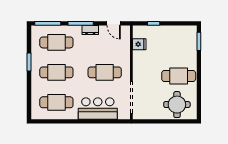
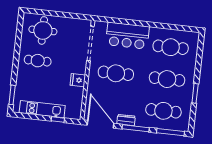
door: (114, 23) -> (100, 124), width x1.88
kitchen unit: (169, 31) -> (42, 109), added
fridge: (139, 44) -> (78, 80), moved
cafe table: (179, 76) -> (38, 61), width x0.73, depth x0.74

